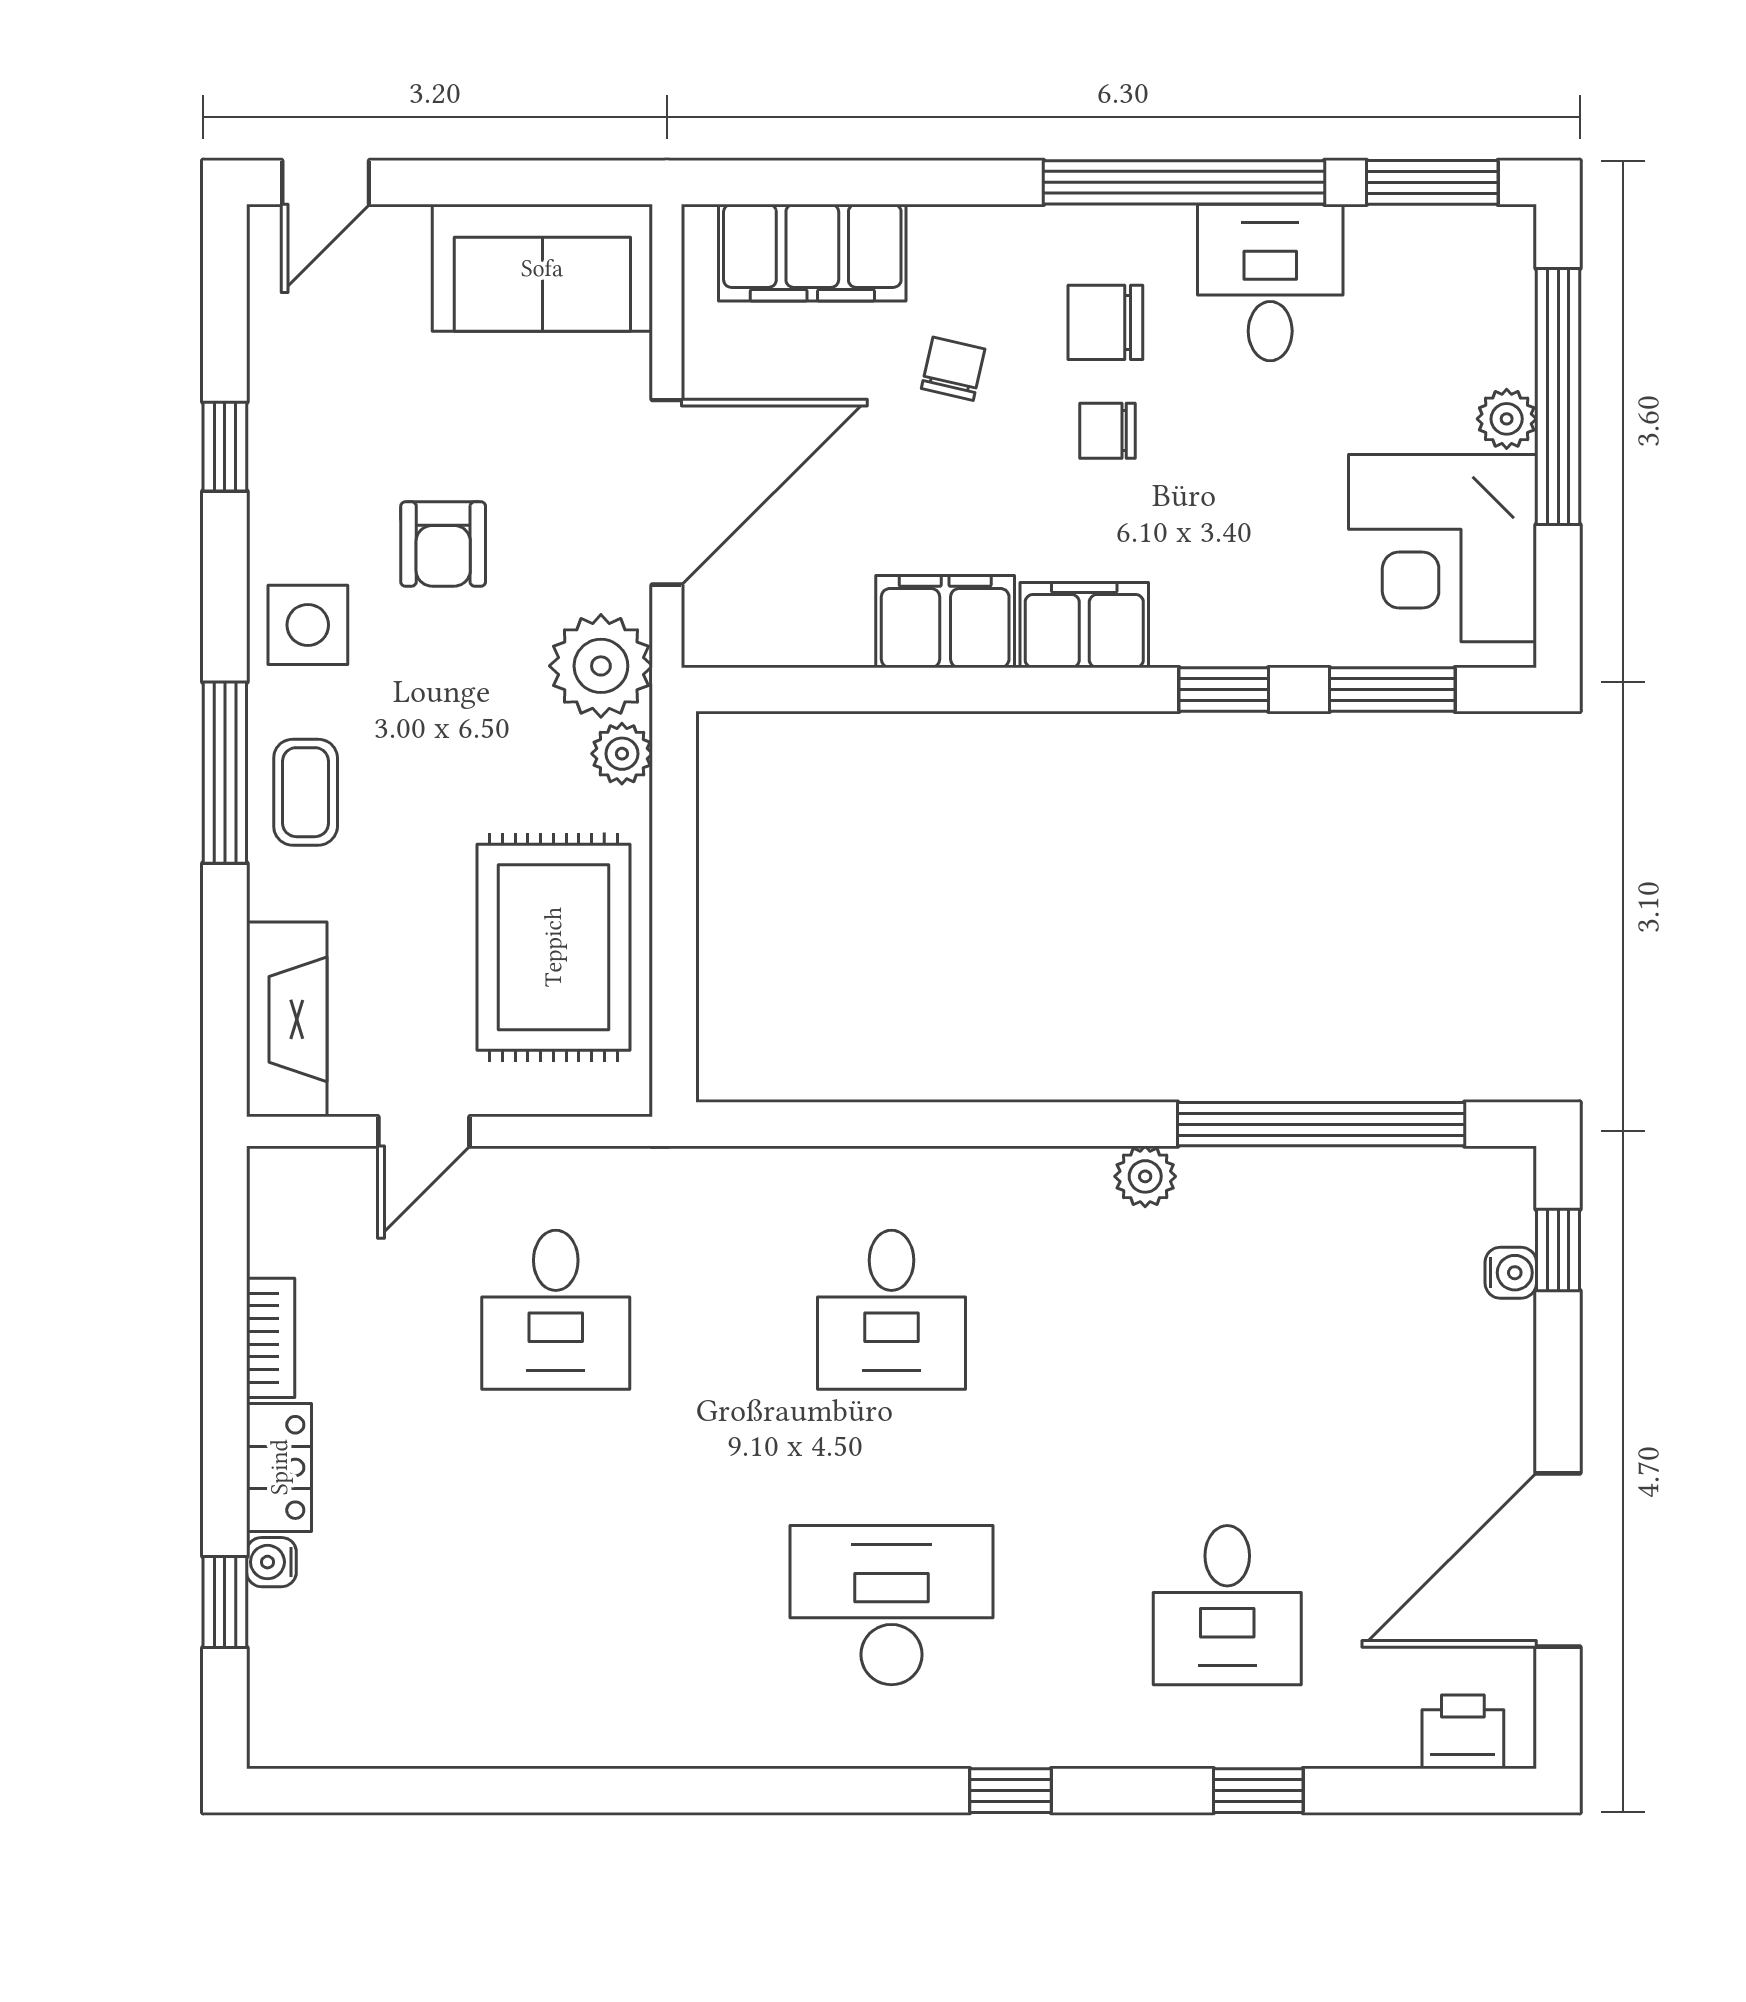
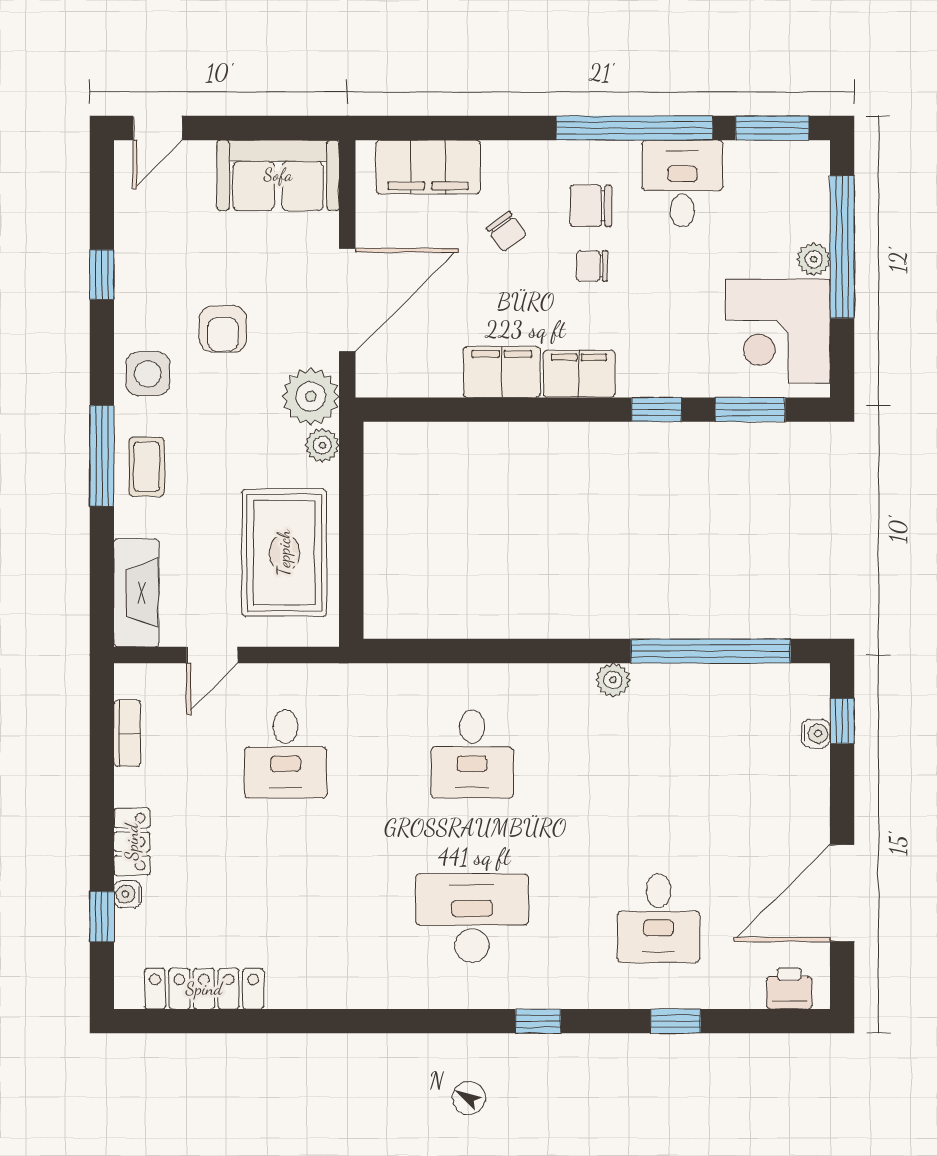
chair: (953, 369) -> (506, 232), turned 131
bookcase: (271, 1338) -> (127, 733), moved
locker: (409, 1732) -> (204, 989), added

